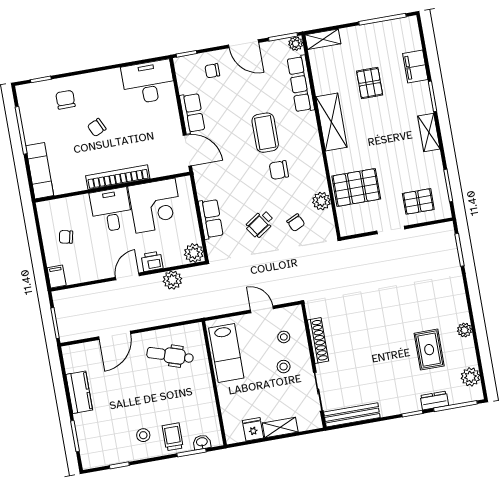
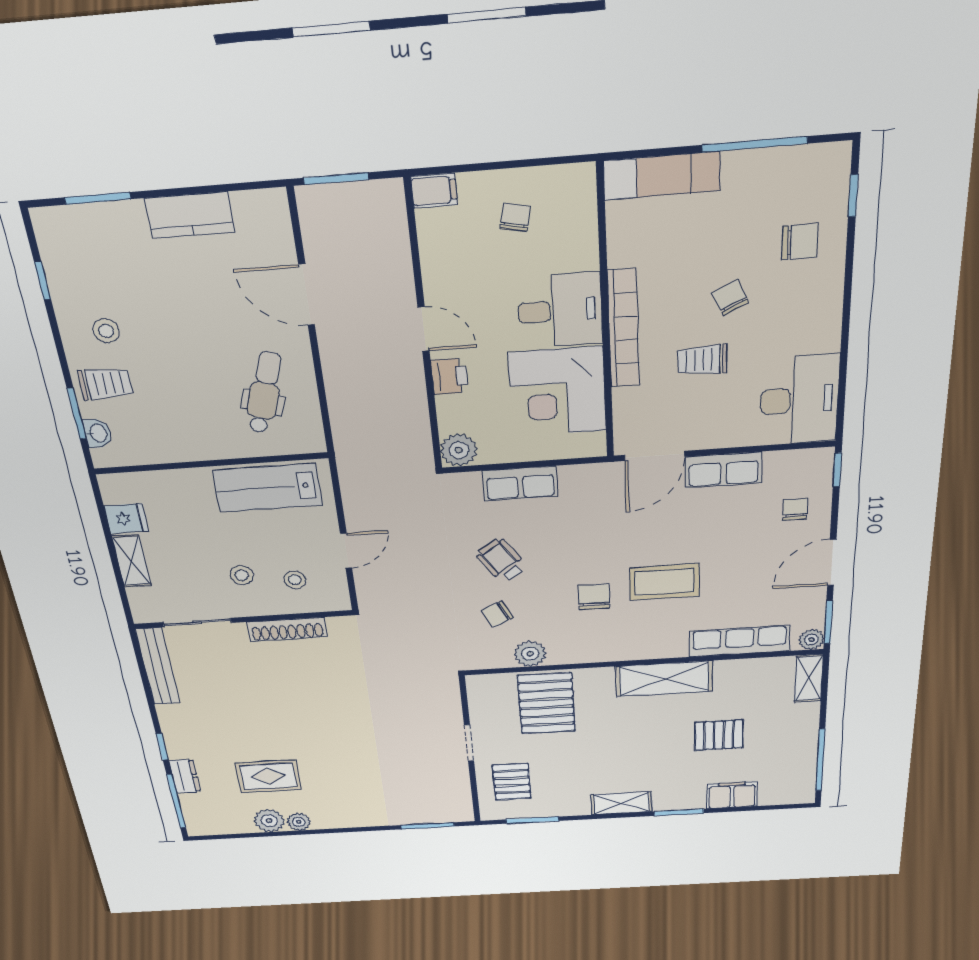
trolley: (131, 135) -> (702, 360), added
plant: (172, 280) -> (410, 409), removed
plant: (470, 377) -> (269, 821), moved

